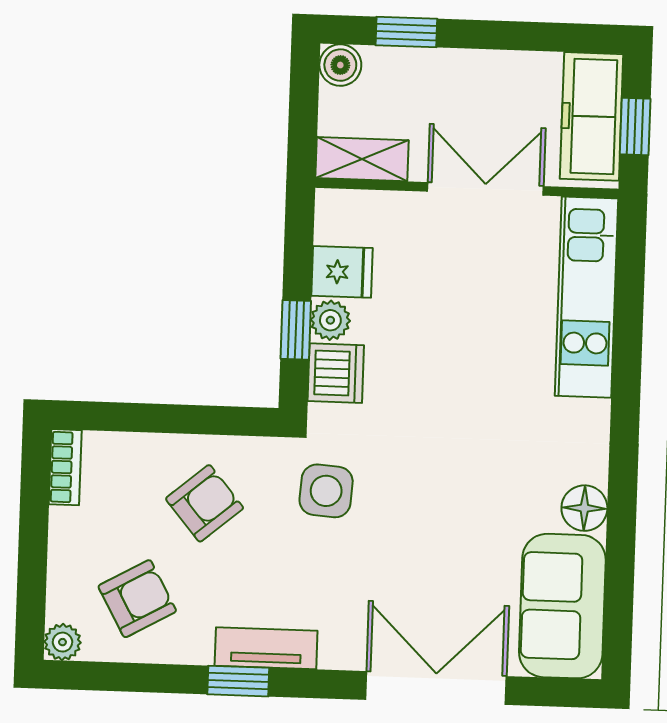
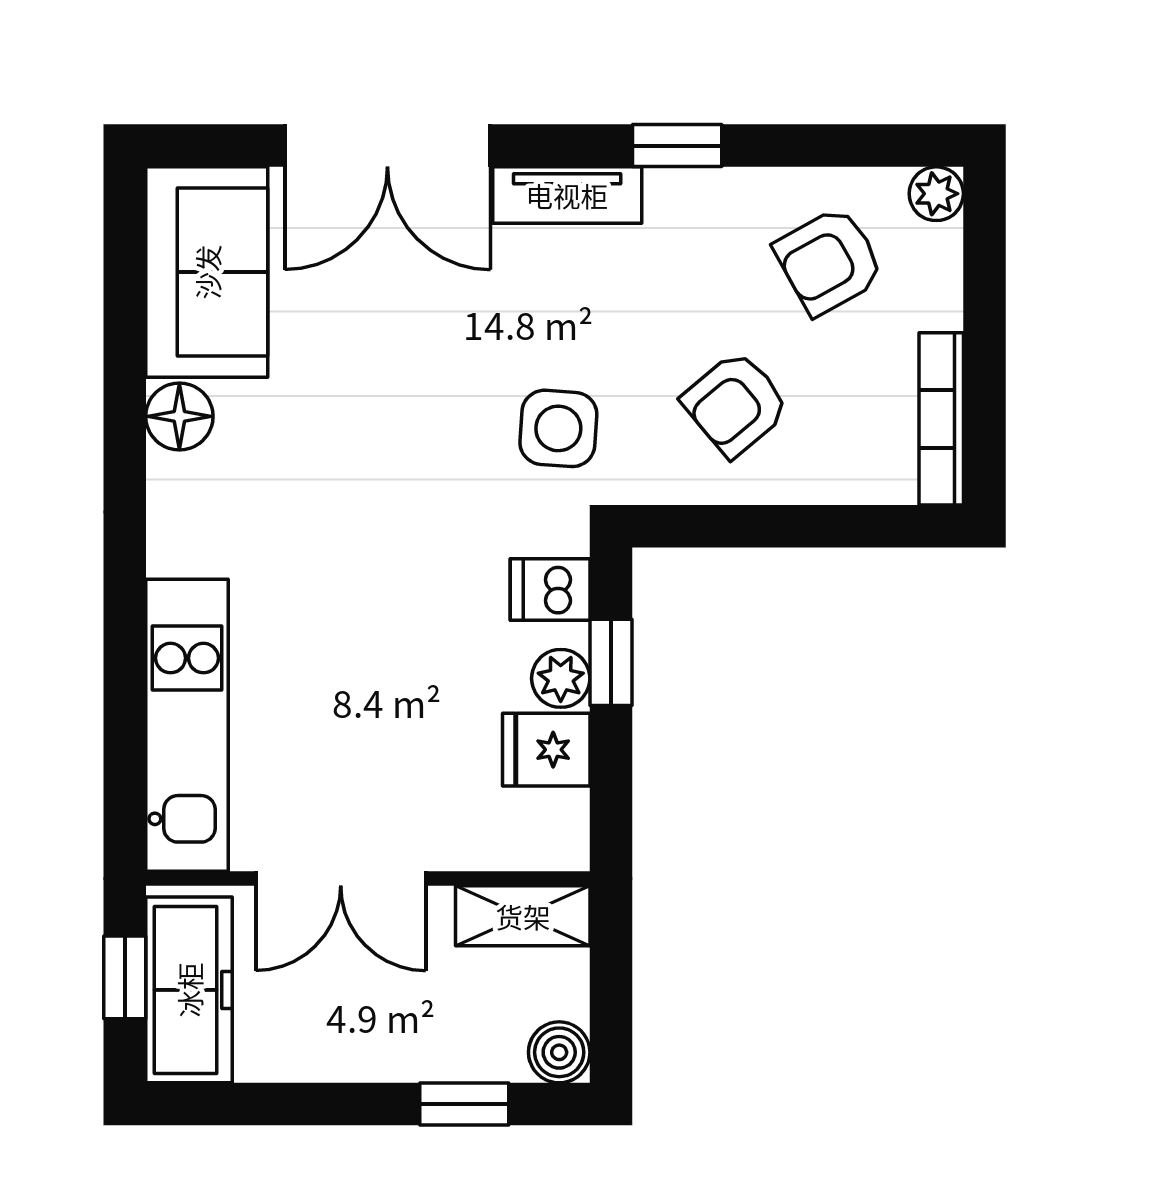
dishwasher: (336, 373) -> (550, 590), width x0.73
bookcase: (65, 467) -> (941, 419), width x1.56
tv unit: (266, 648) -> (567, 195), moved

